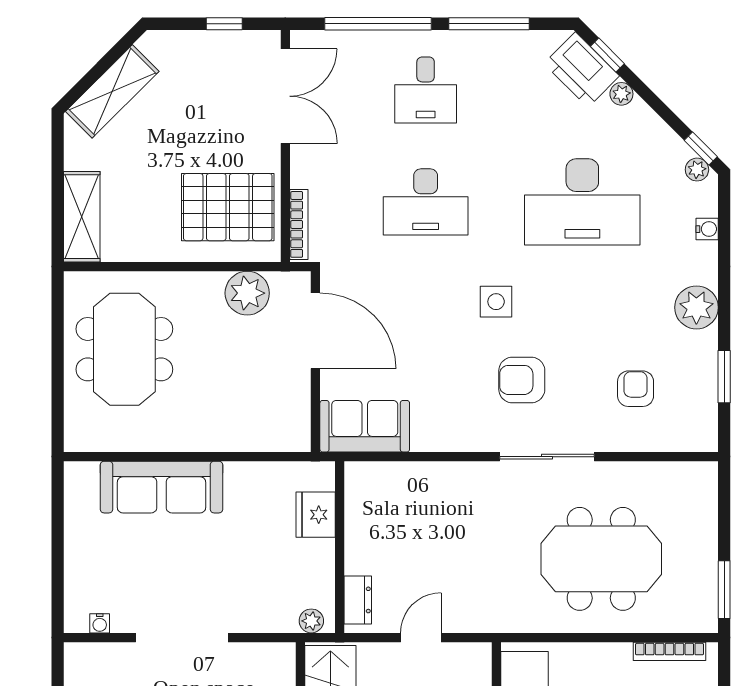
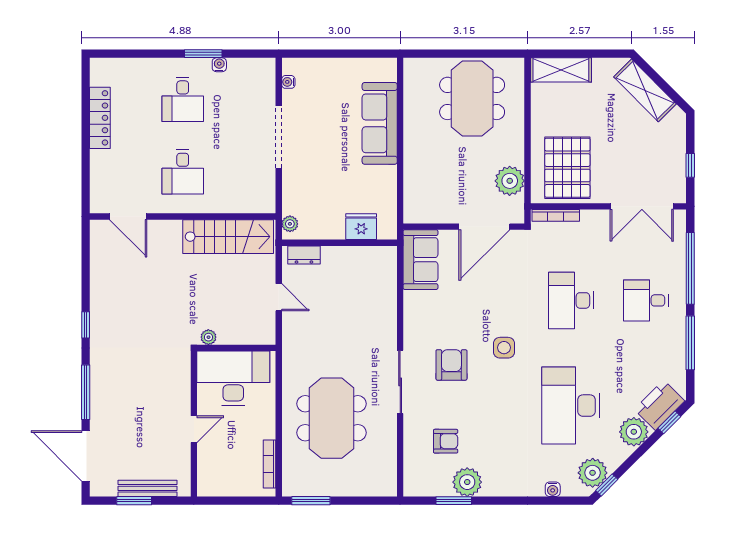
plant: (621, 94) -> (634, 432), width x1.88, depth x1.88
plant: (697, 170) -> (593, 473), width x1.88, depth x1.88
plant: (696, 307) -> (467, 482), moved
meeting table: (124, 349) -> (472, 98), turned 90

